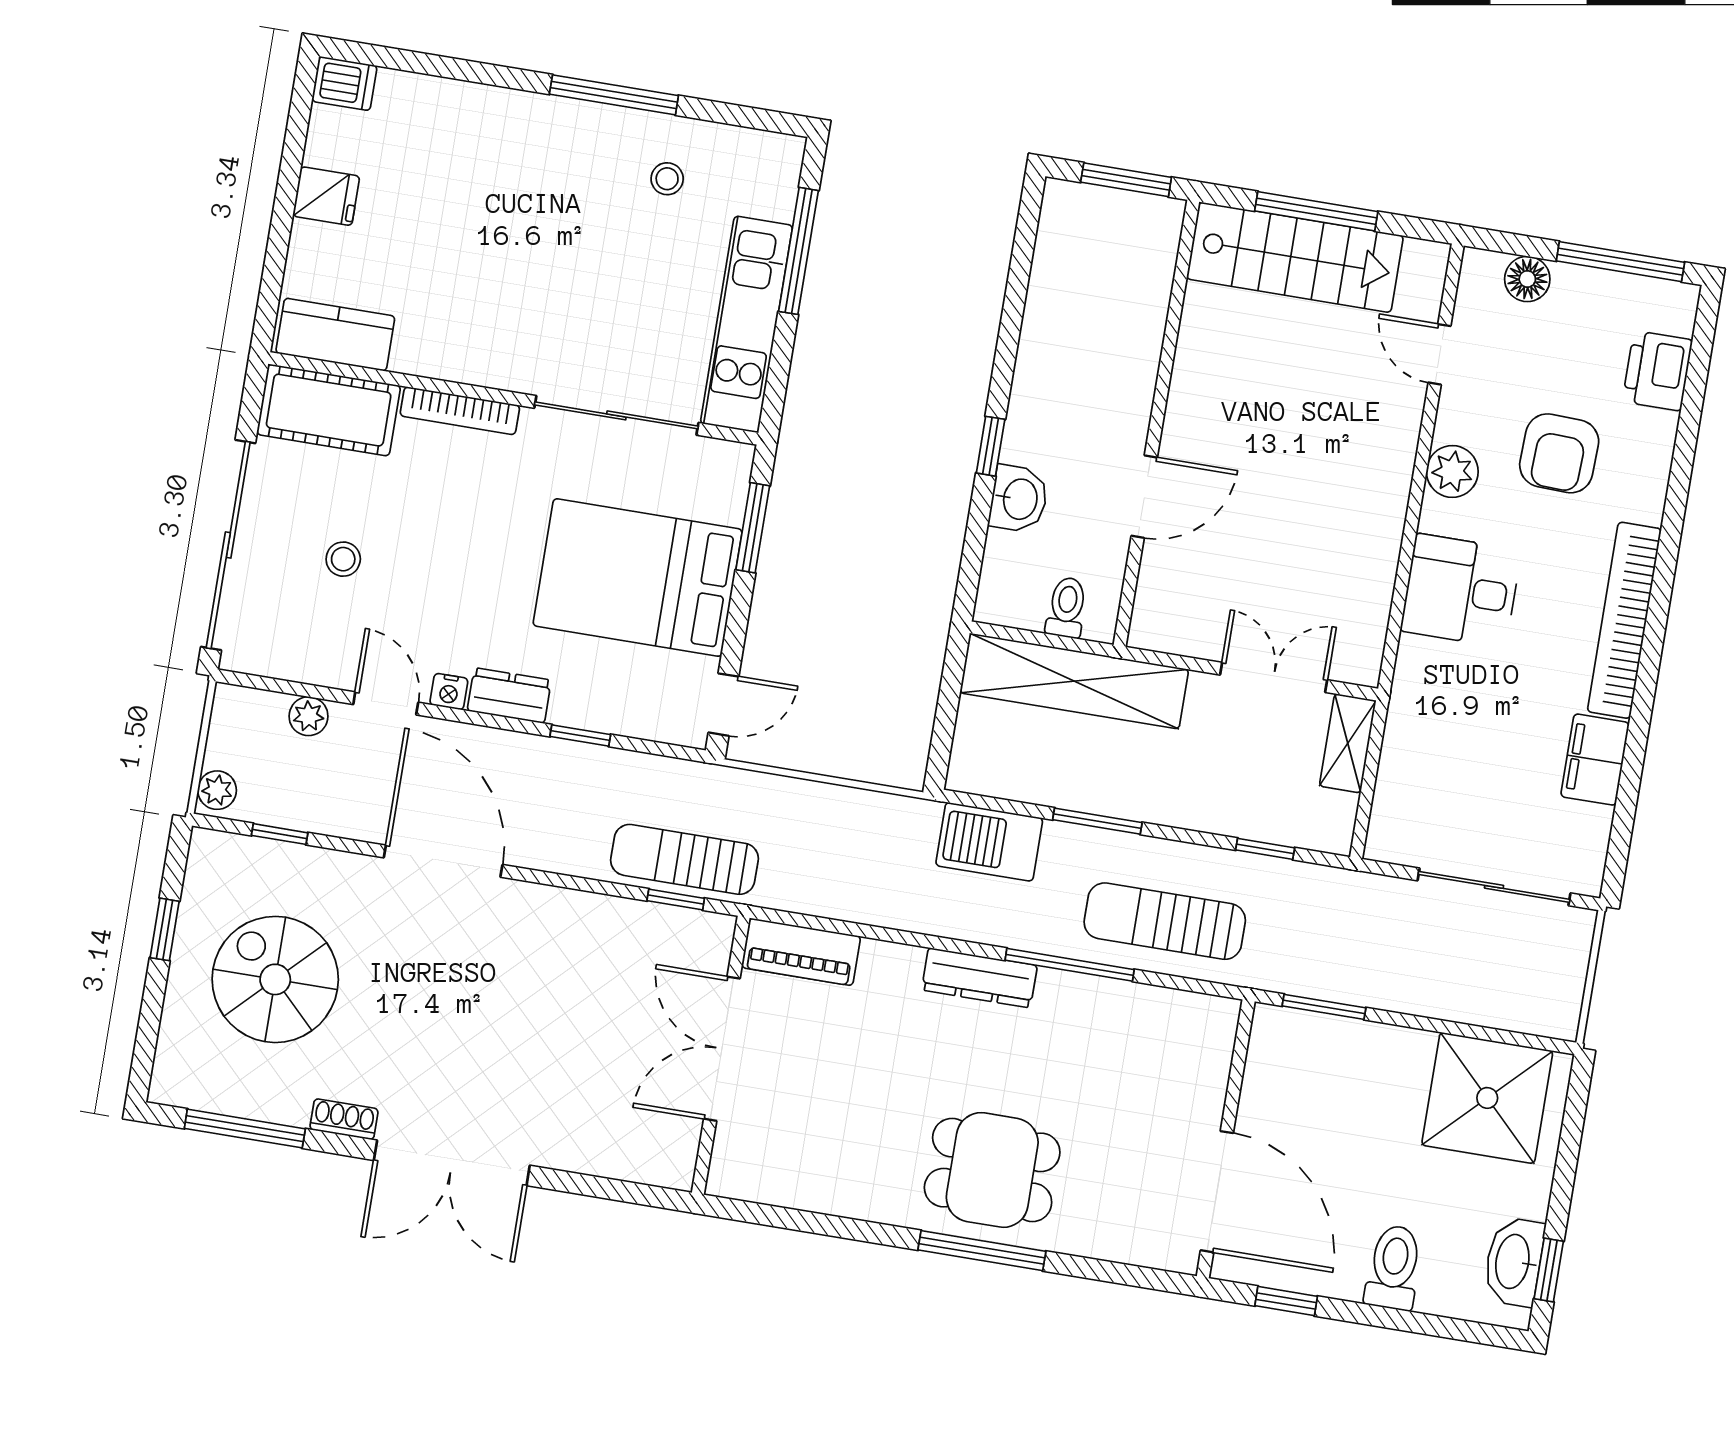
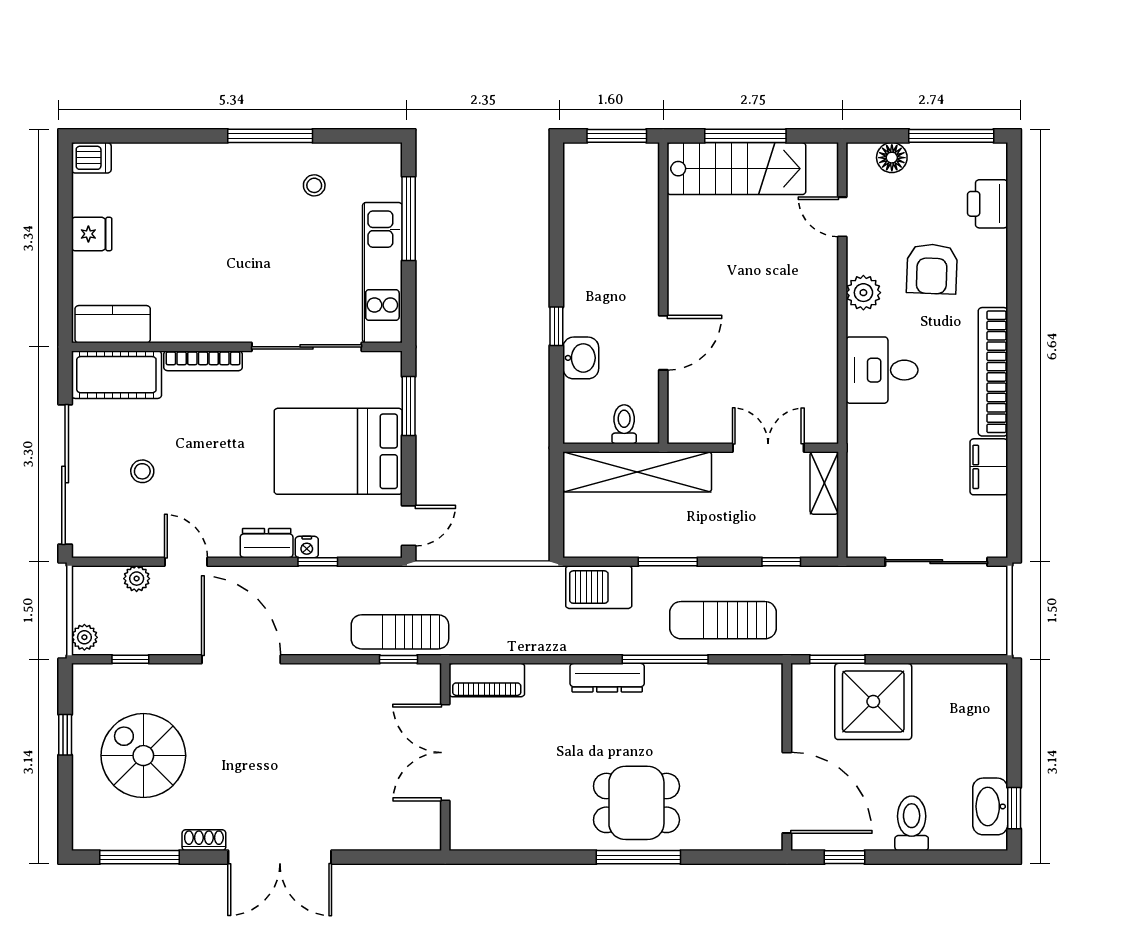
nightstand: (449, 692) -> (307, 547), moved
shower: (1487, 1098) -> (873, 701), moved

